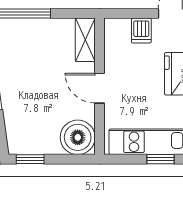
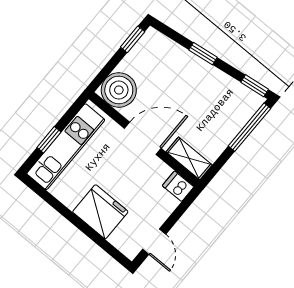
dishwasher: (141, 30) -> (178, 186), moved
door: (99, 88) -> (143, 138), width x1.38

